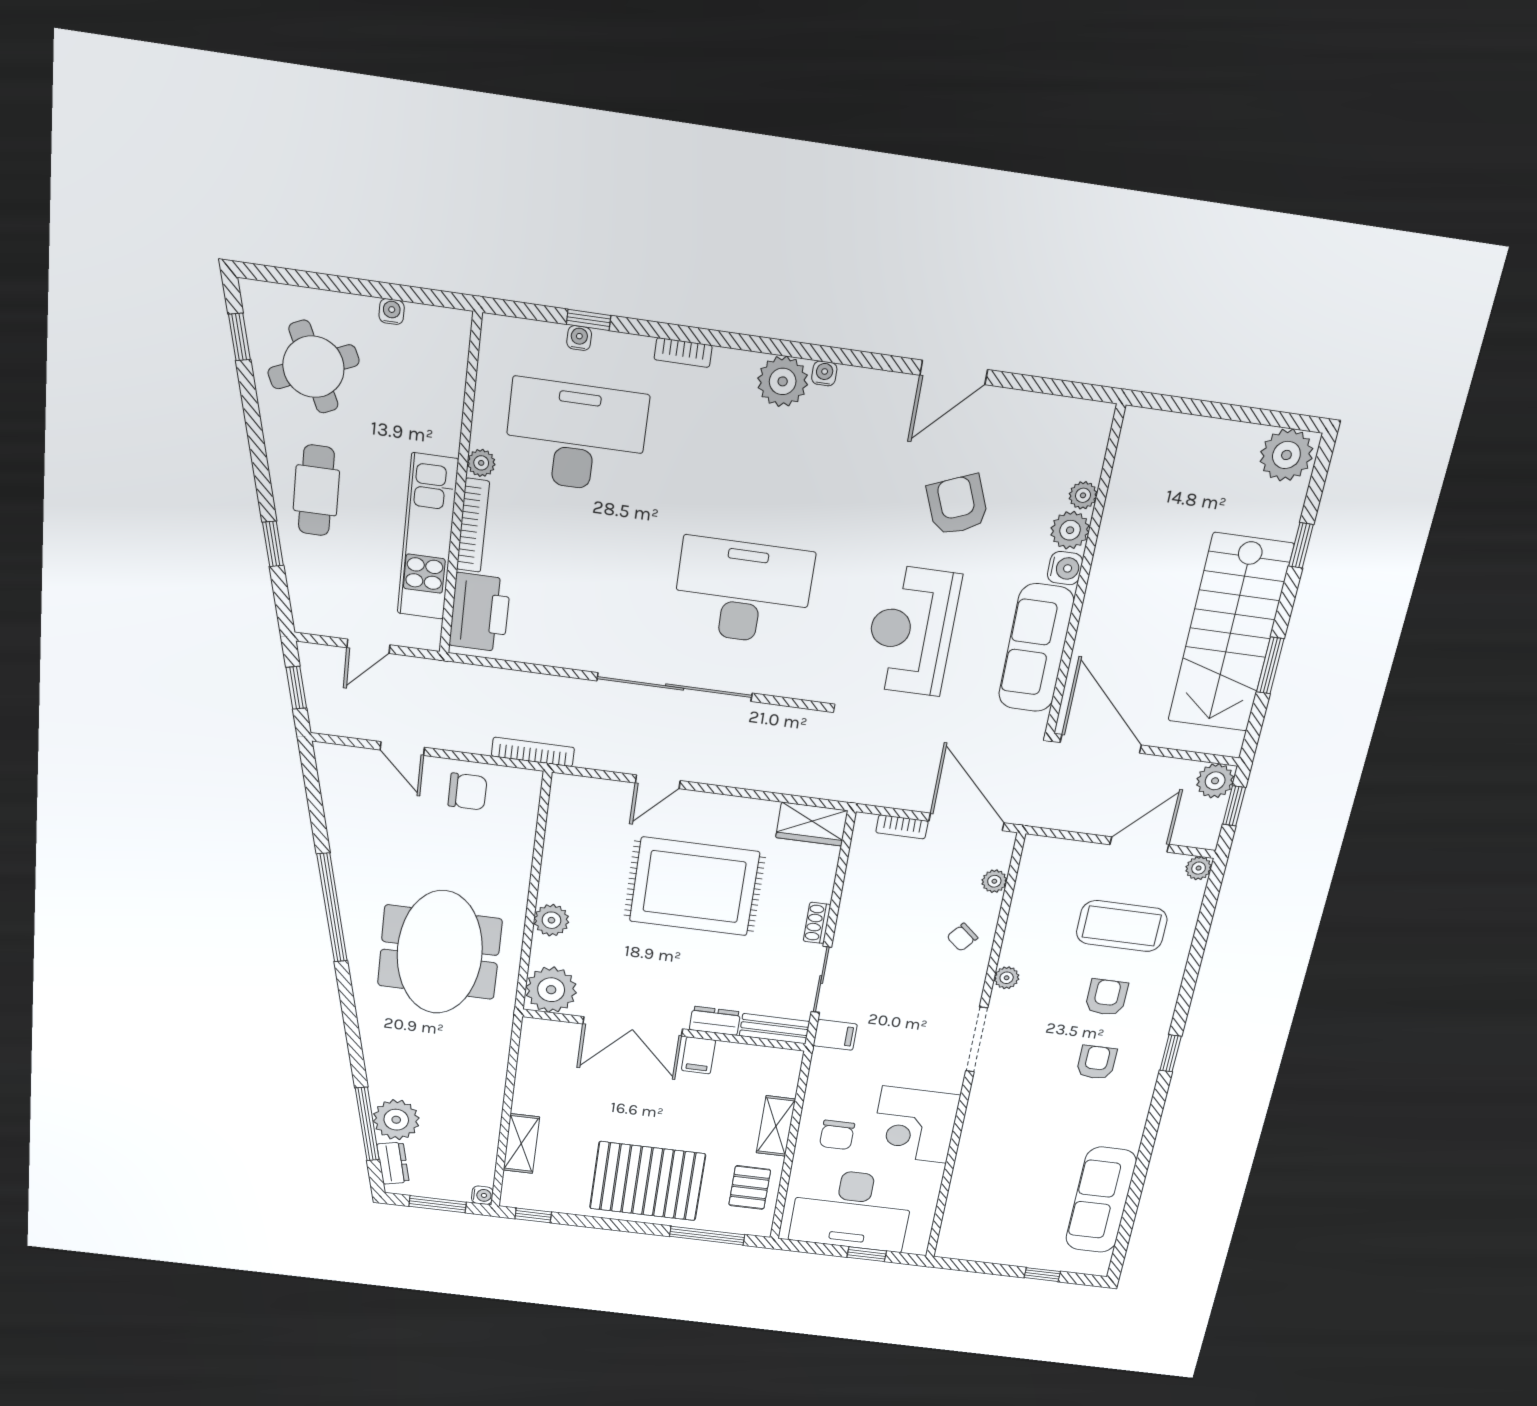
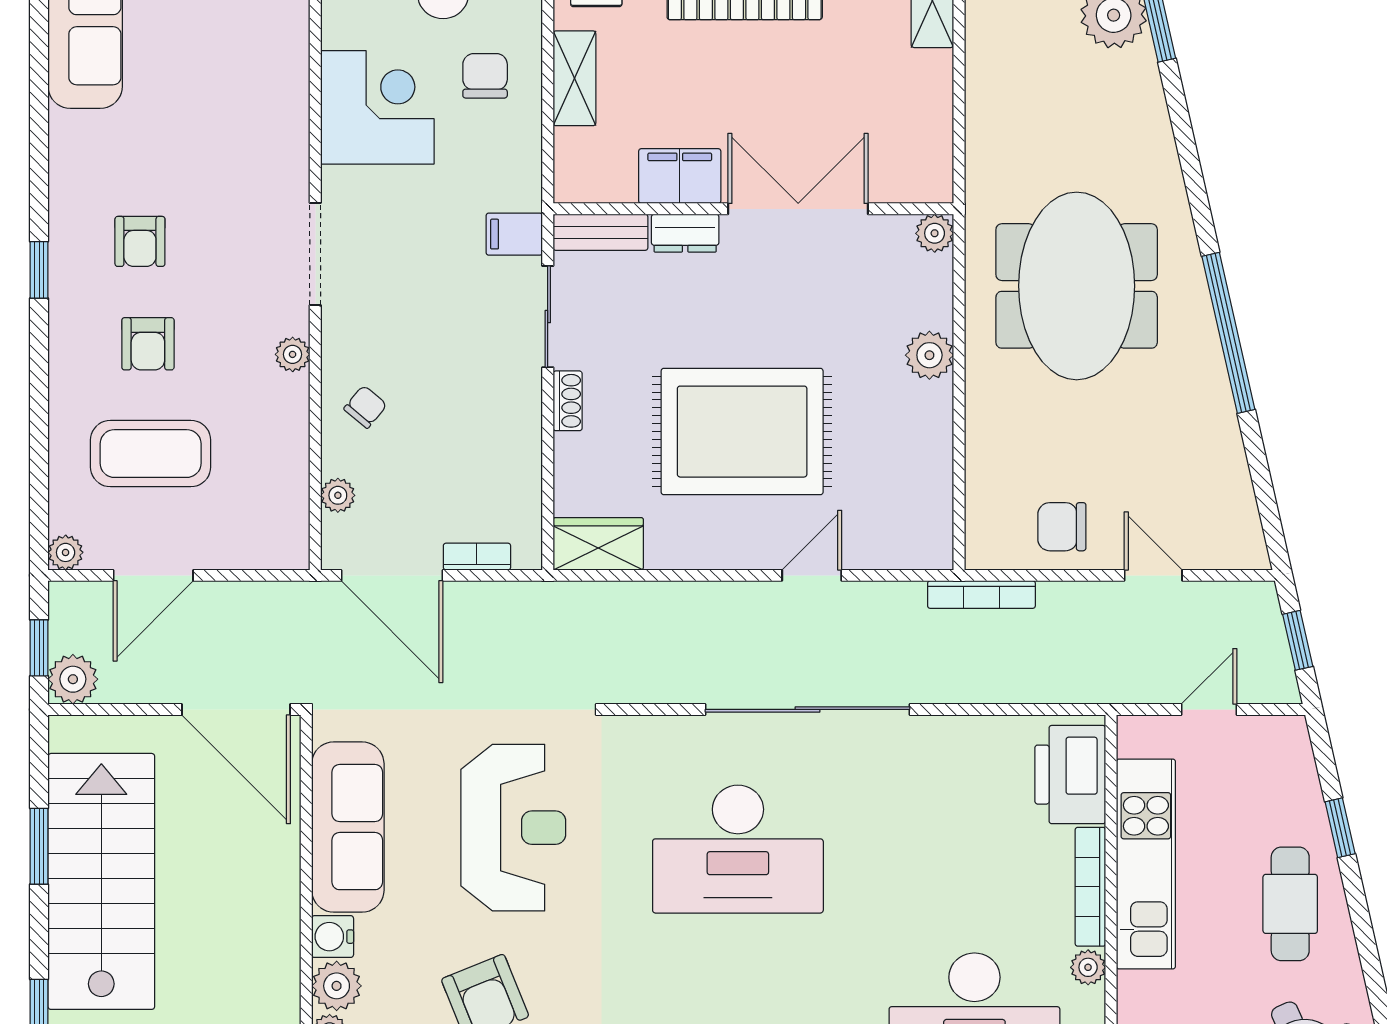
plant: (551, 990) -> (935, 233), width x0.53, depth x0.53
filing cabinet: (698, 1055) -> (680, 176), width x2.00

